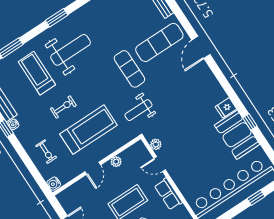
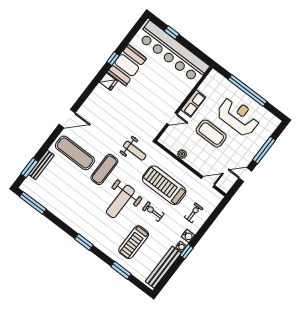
weight bench: (71, 50) -> (120, 202), moved, turned -90
plant: (156, 144) -> (157, 127), removed
door: (160, 164) -> (172, 119), hinge flipped
door: (93, 168) -> (208, 182), moved
water cooler: (54, 184) -> (188, 236), moved

